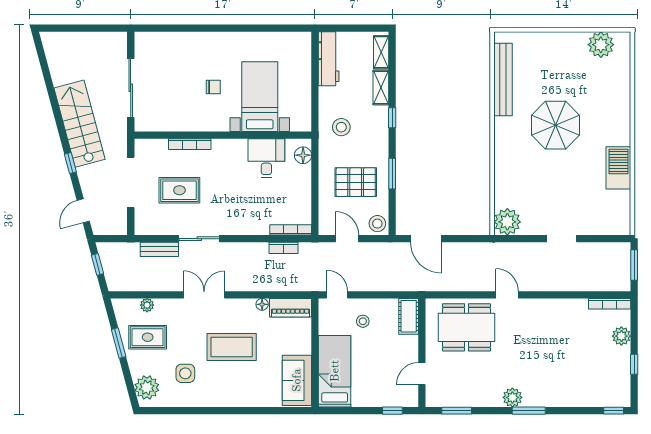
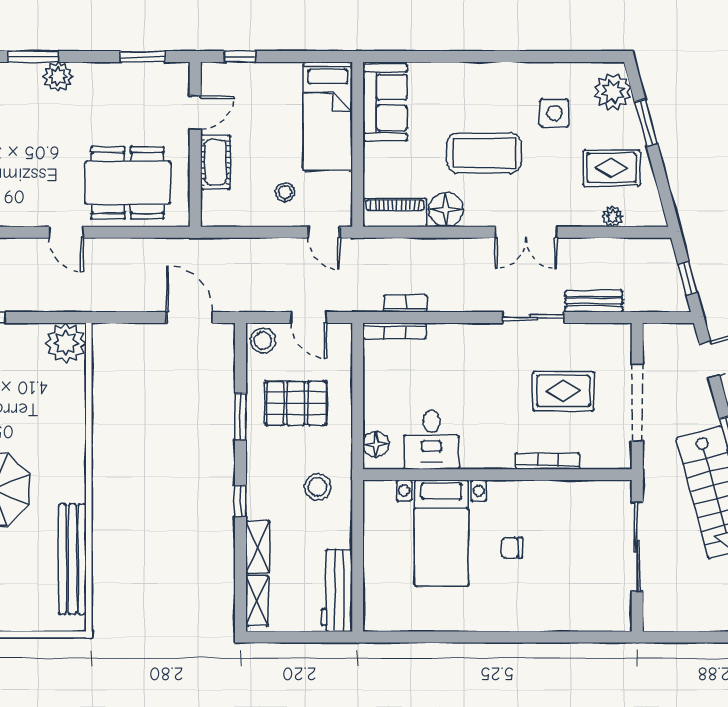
floor lamp: (262, 304) -> (446, 210), width x1.89, depth x1.89
cot: (409, 316) -> (215, 162), moved
window: (119, 343) -> (646, 123), moved

